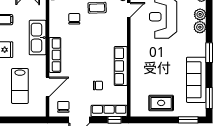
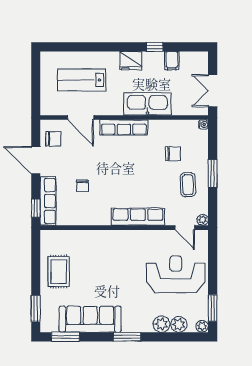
row of seats: (121, 66) -> (138, 217), moved

